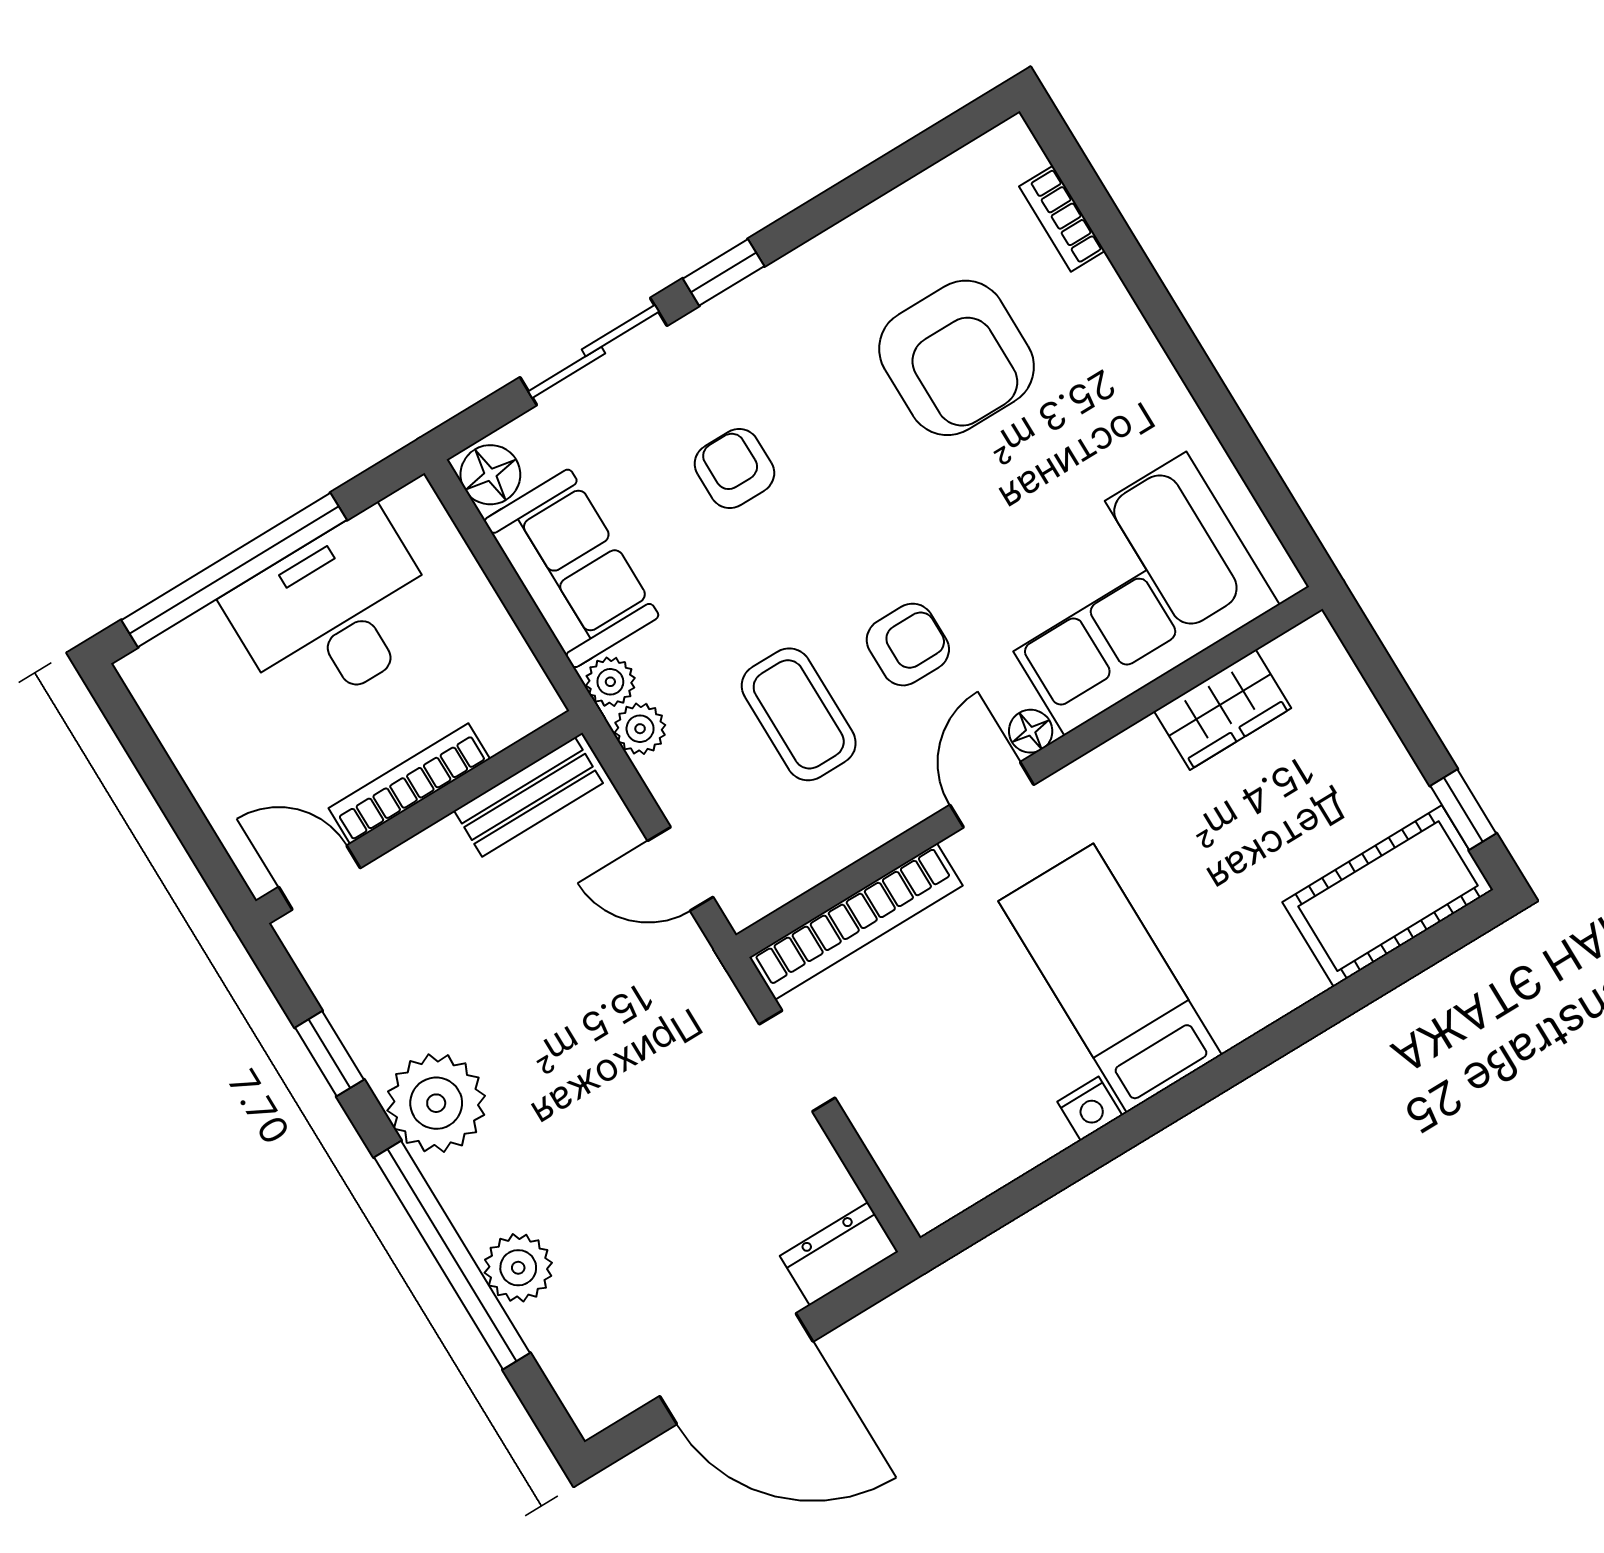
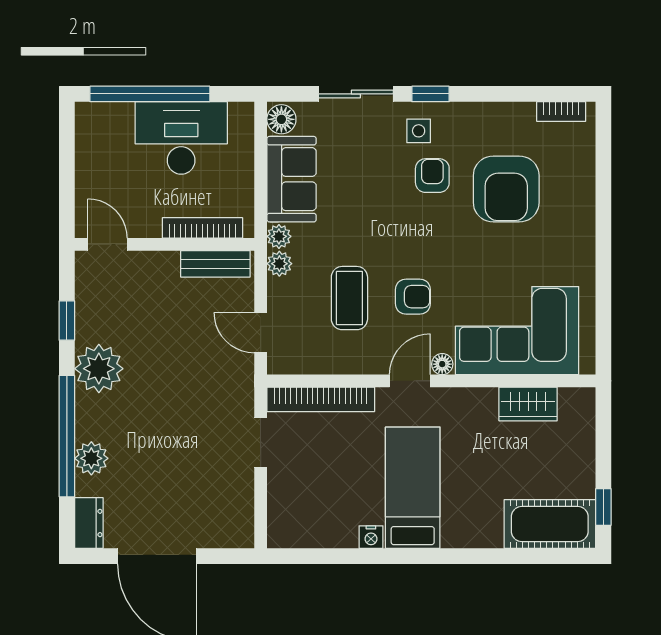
bookcase: (1062, 219) -> (561, 112), moved, turned -90
side table: (742, 349) -> (419, 131), added
armchair: (734, 468) -> (432, 176), moved
bookcase: (409, 784) -> (202, 228), moved
dresser: (839, 1254) -> (89, 523), moved, turned 90

